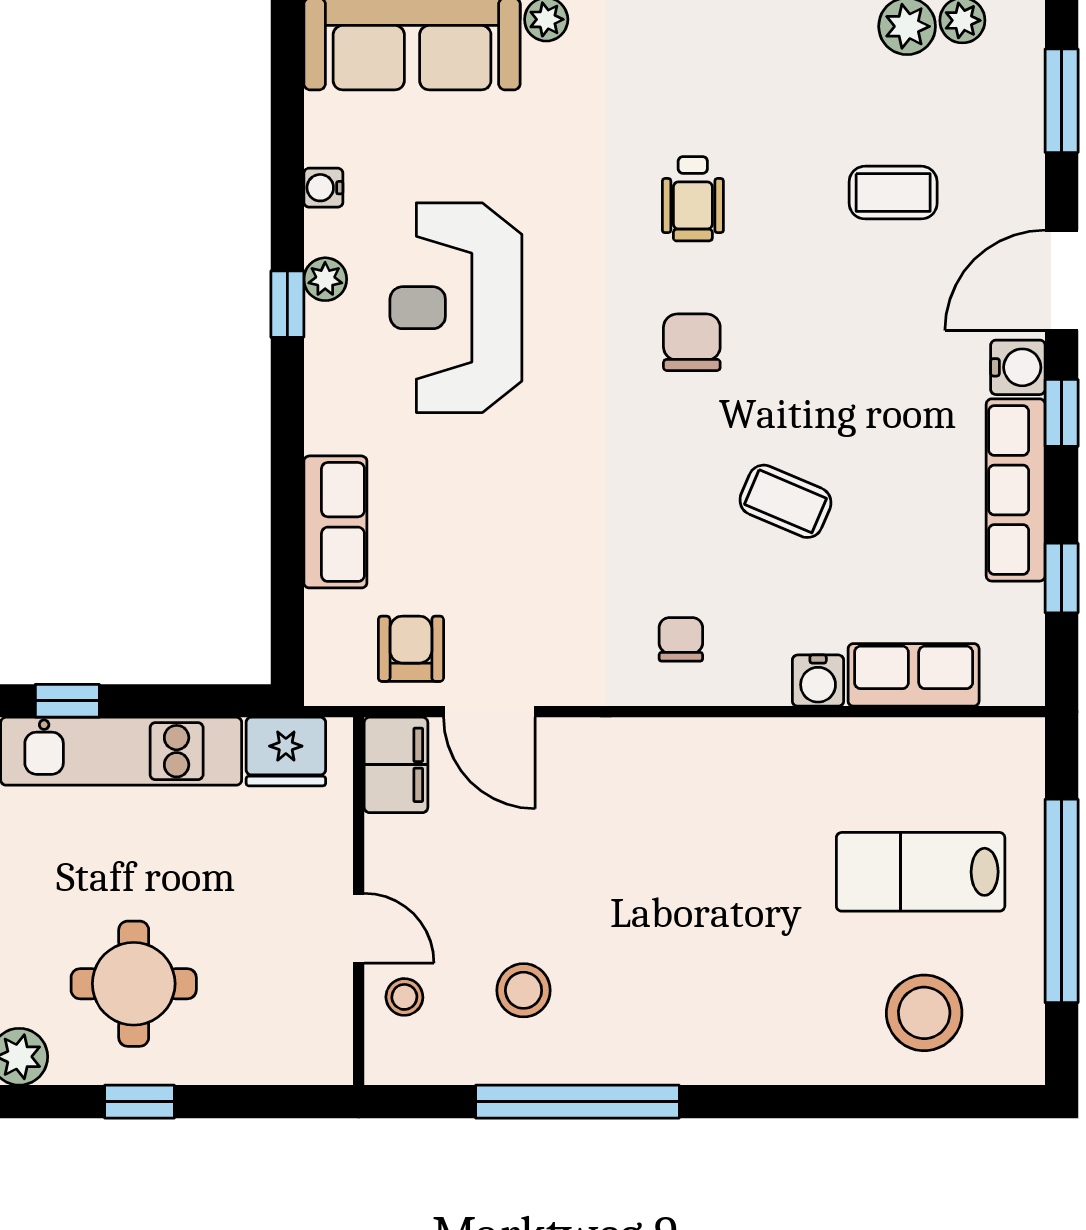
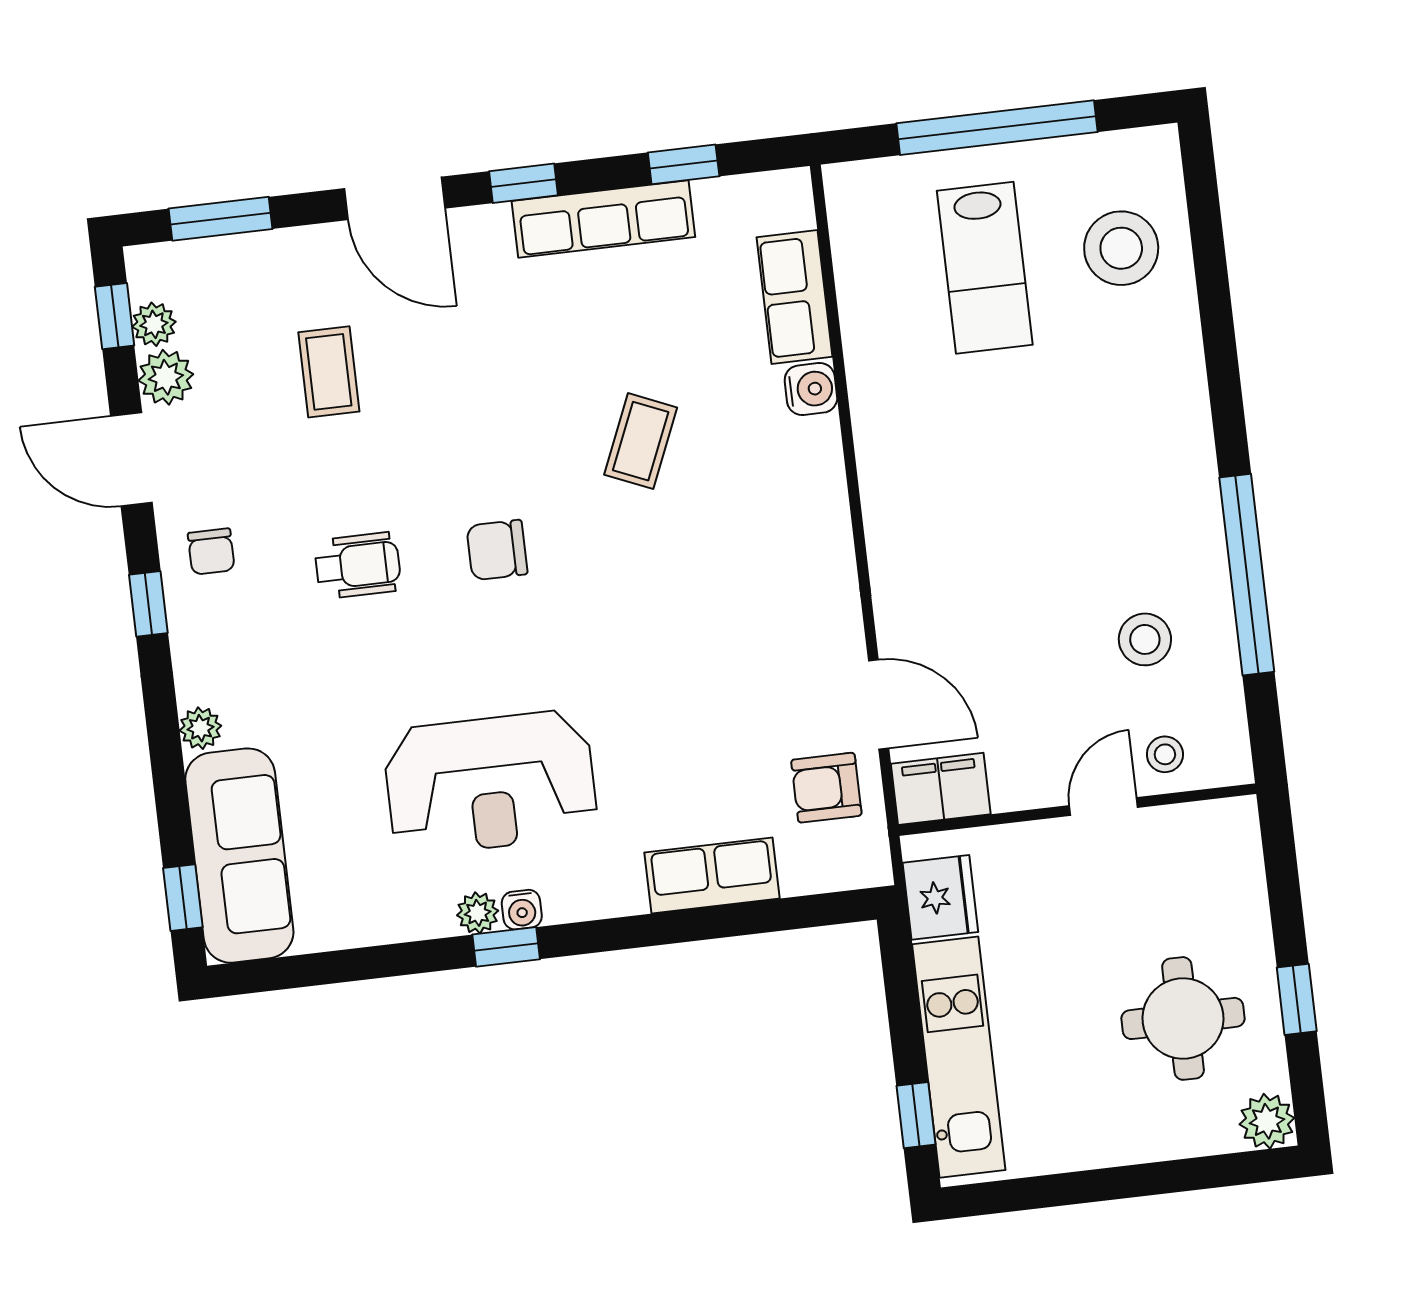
water cooler: (323, 188) -> (522, 910), moved
water cooler: (1018, 367) -> (484, 231), removed
chair: (681, 639) -> (211, 552), moved, turned -90
door: (489, 712) -> (879, 704), hinge flipped

